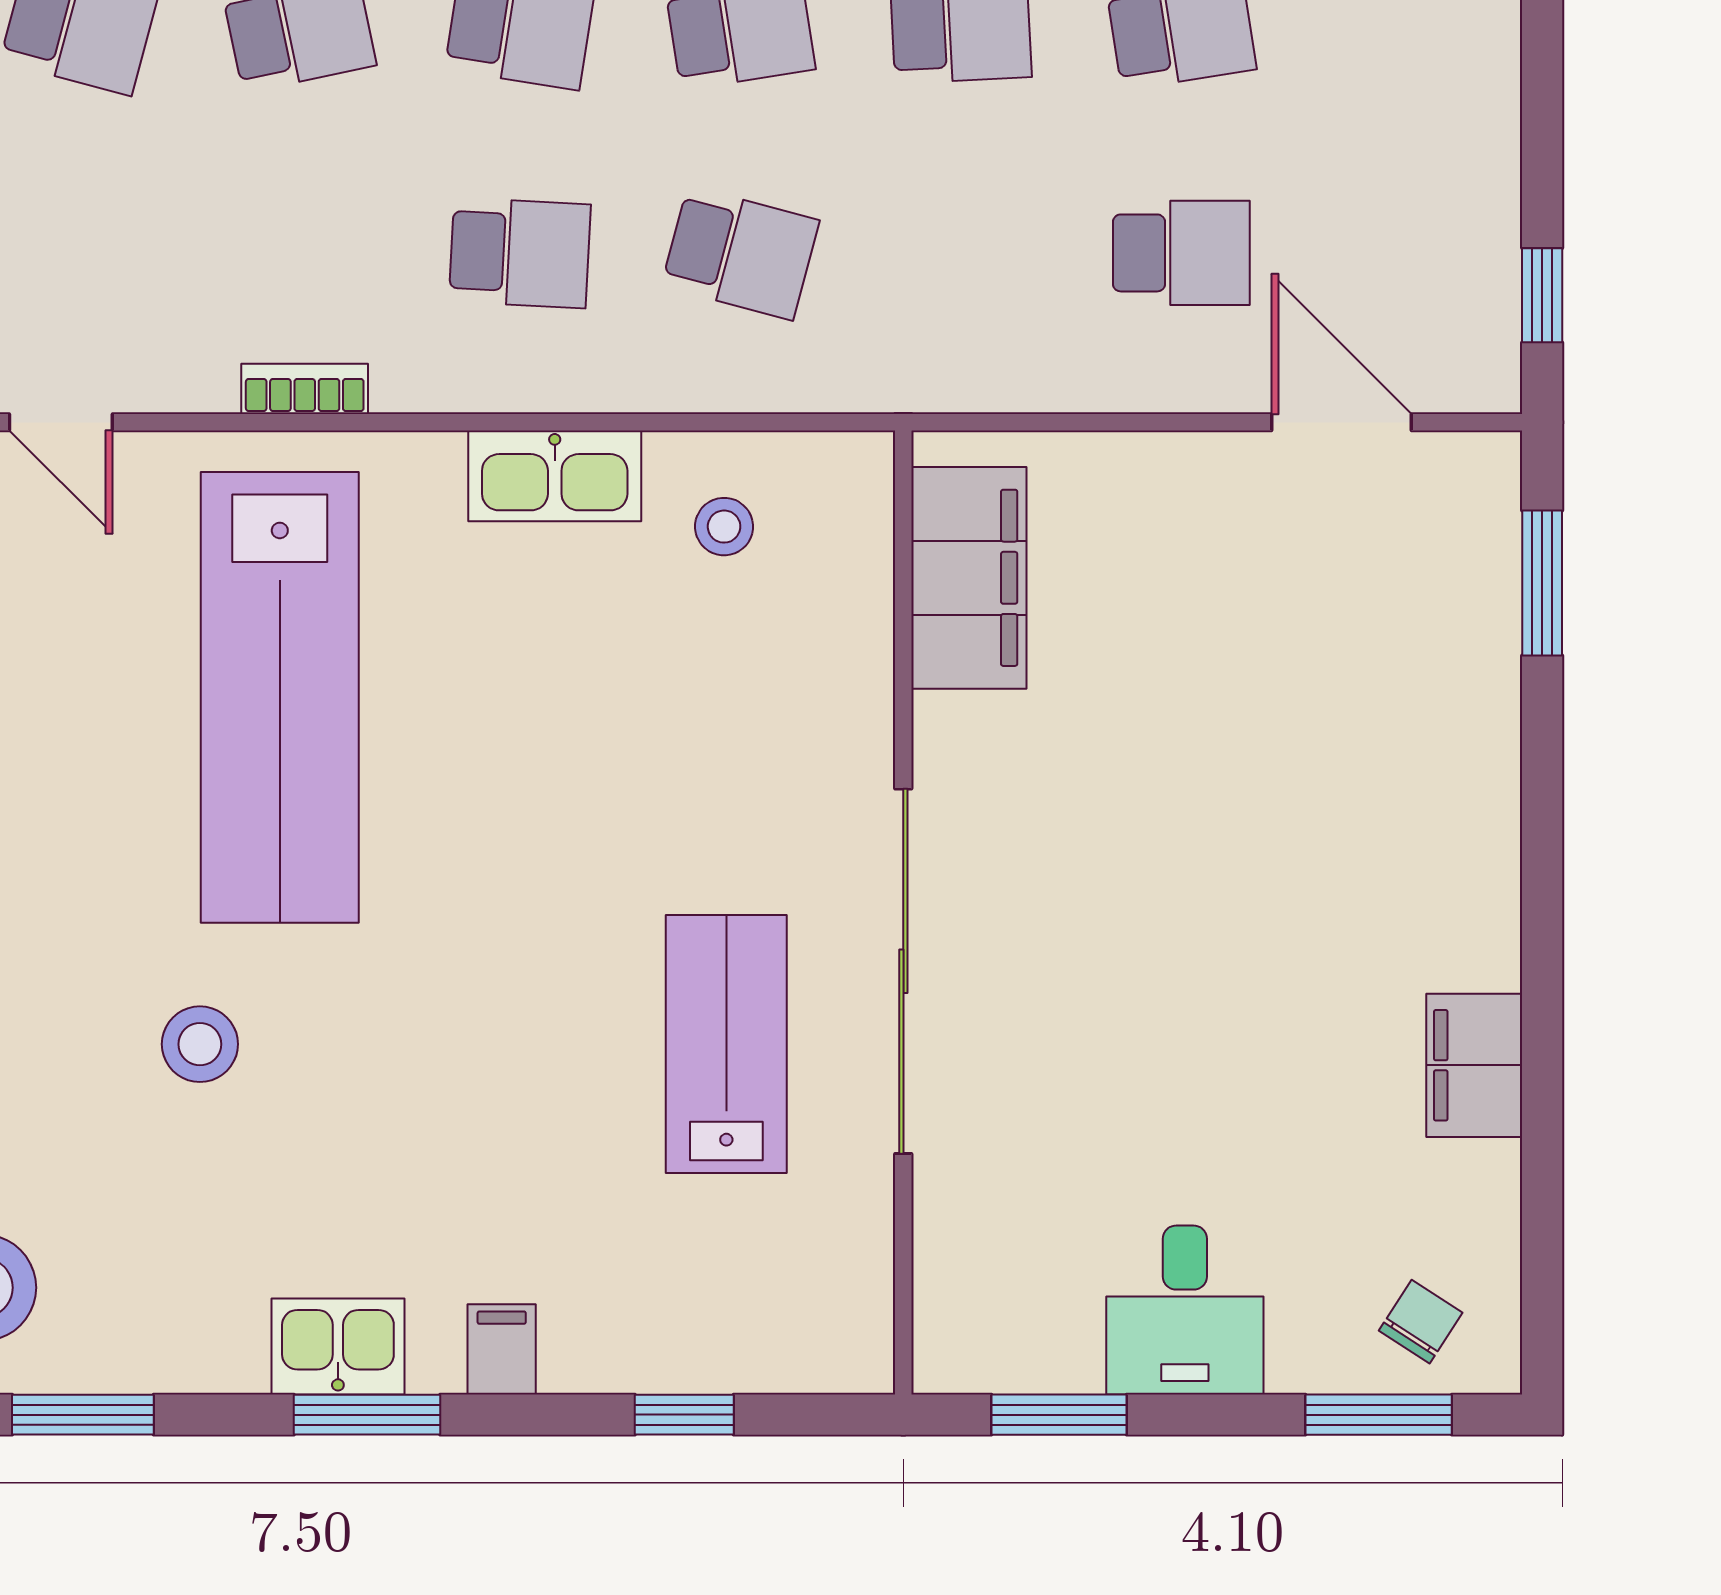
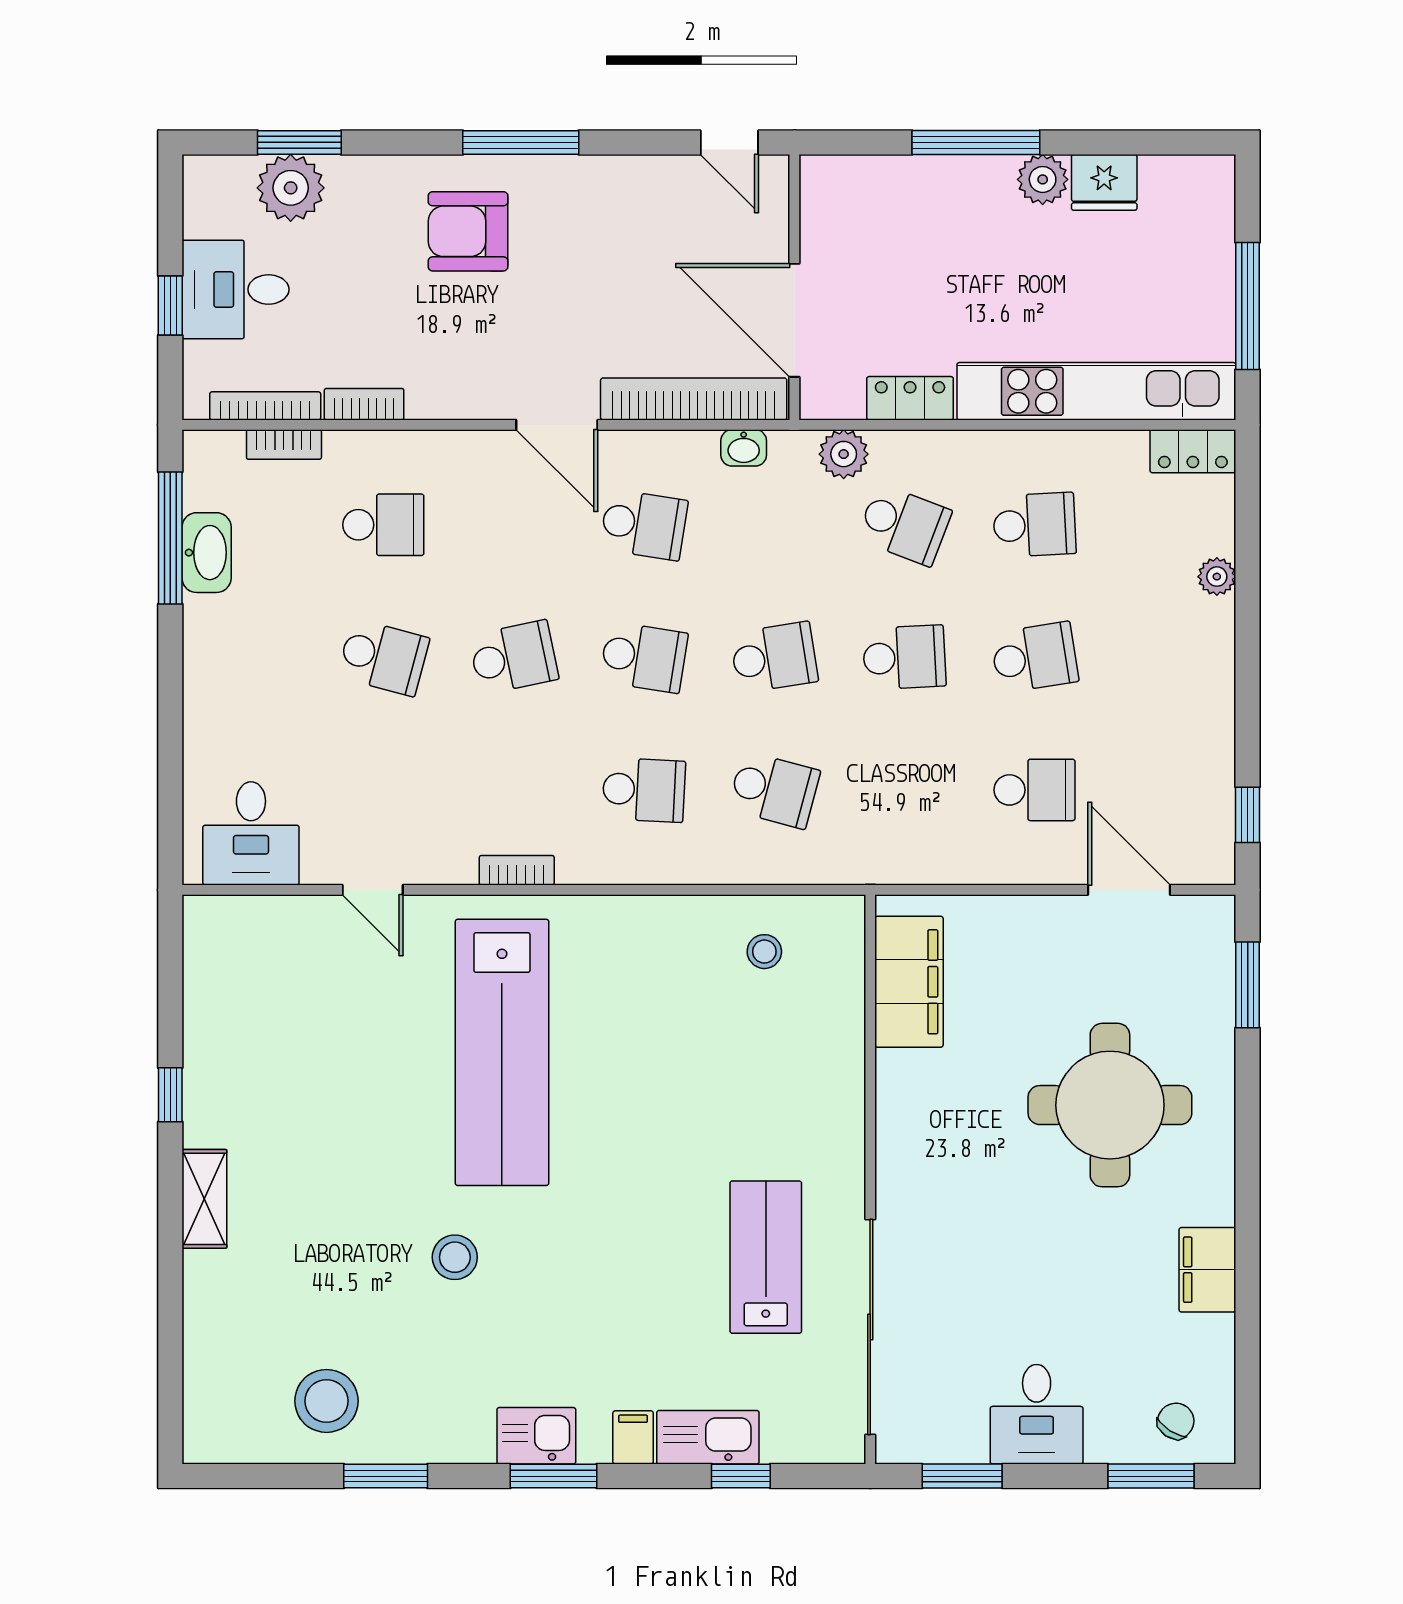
kitchen sink: (555, 476) -> (708, 1437), moved, turned 180
round table: (1309, 787) -> (1110, 1105), added
sliding door: (903, 971) -> (870, 1327), moved

